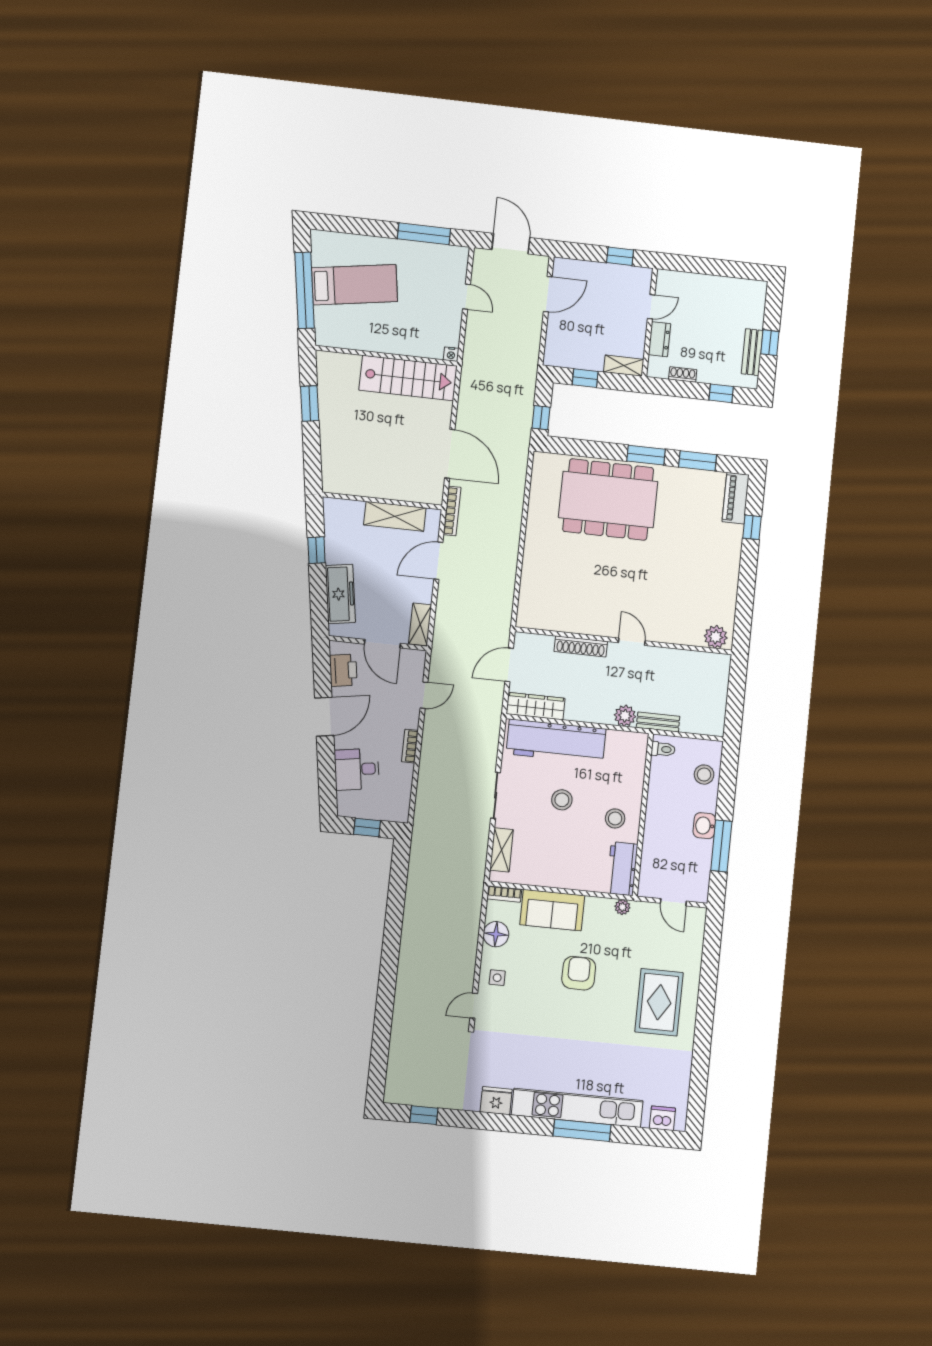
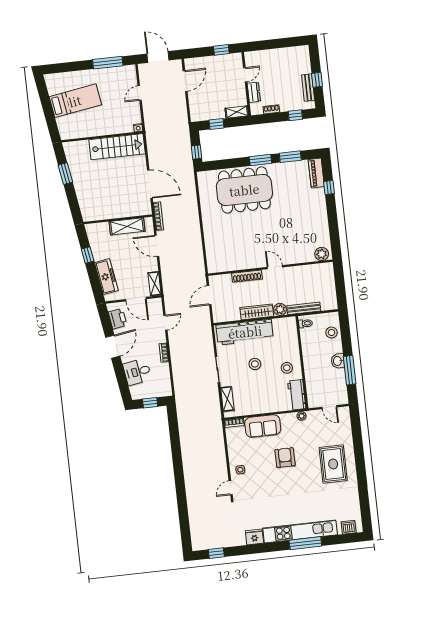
window: (304, 290) -> (48, 110), removed
door: (467, 297) -> (140, 93), swing flipped
door: (438, 561) -> (157, 246), hinge flipped
wardrobe: (536, 706) -> (257, 312), moved
bench: (658, 722) -> (304, 308), width x1.36
floor lamp: (496, 934) -> (234, 446), removed

